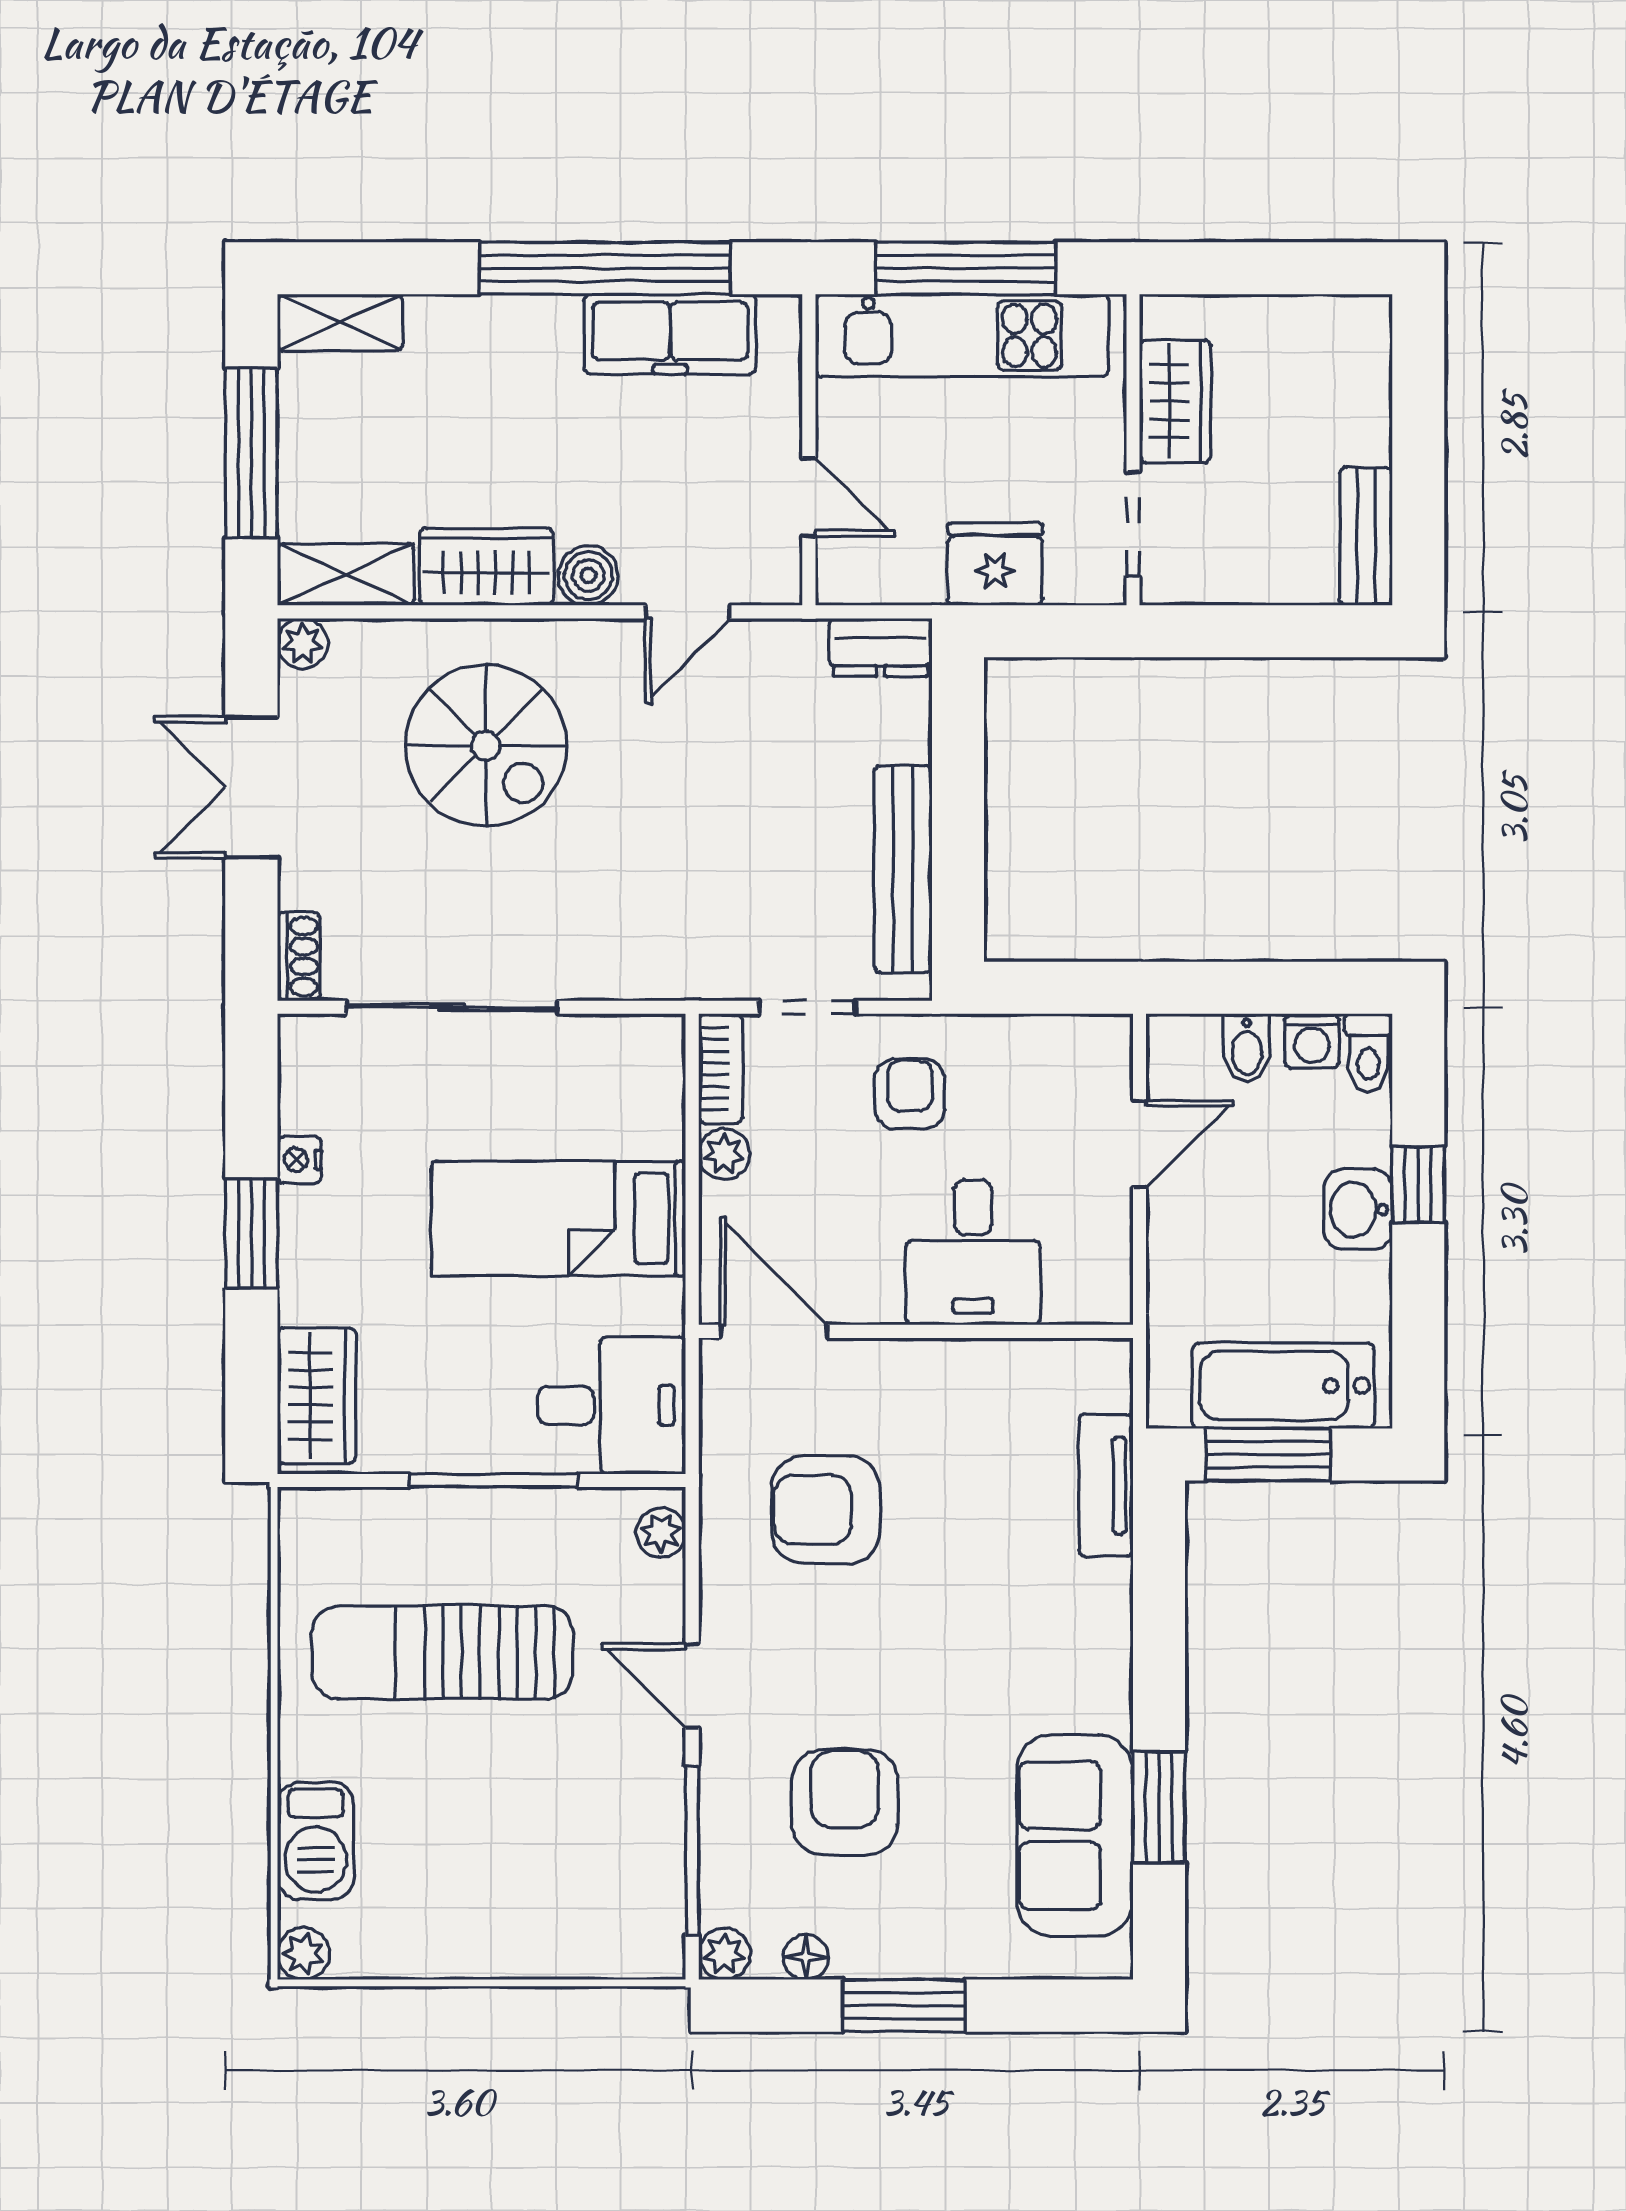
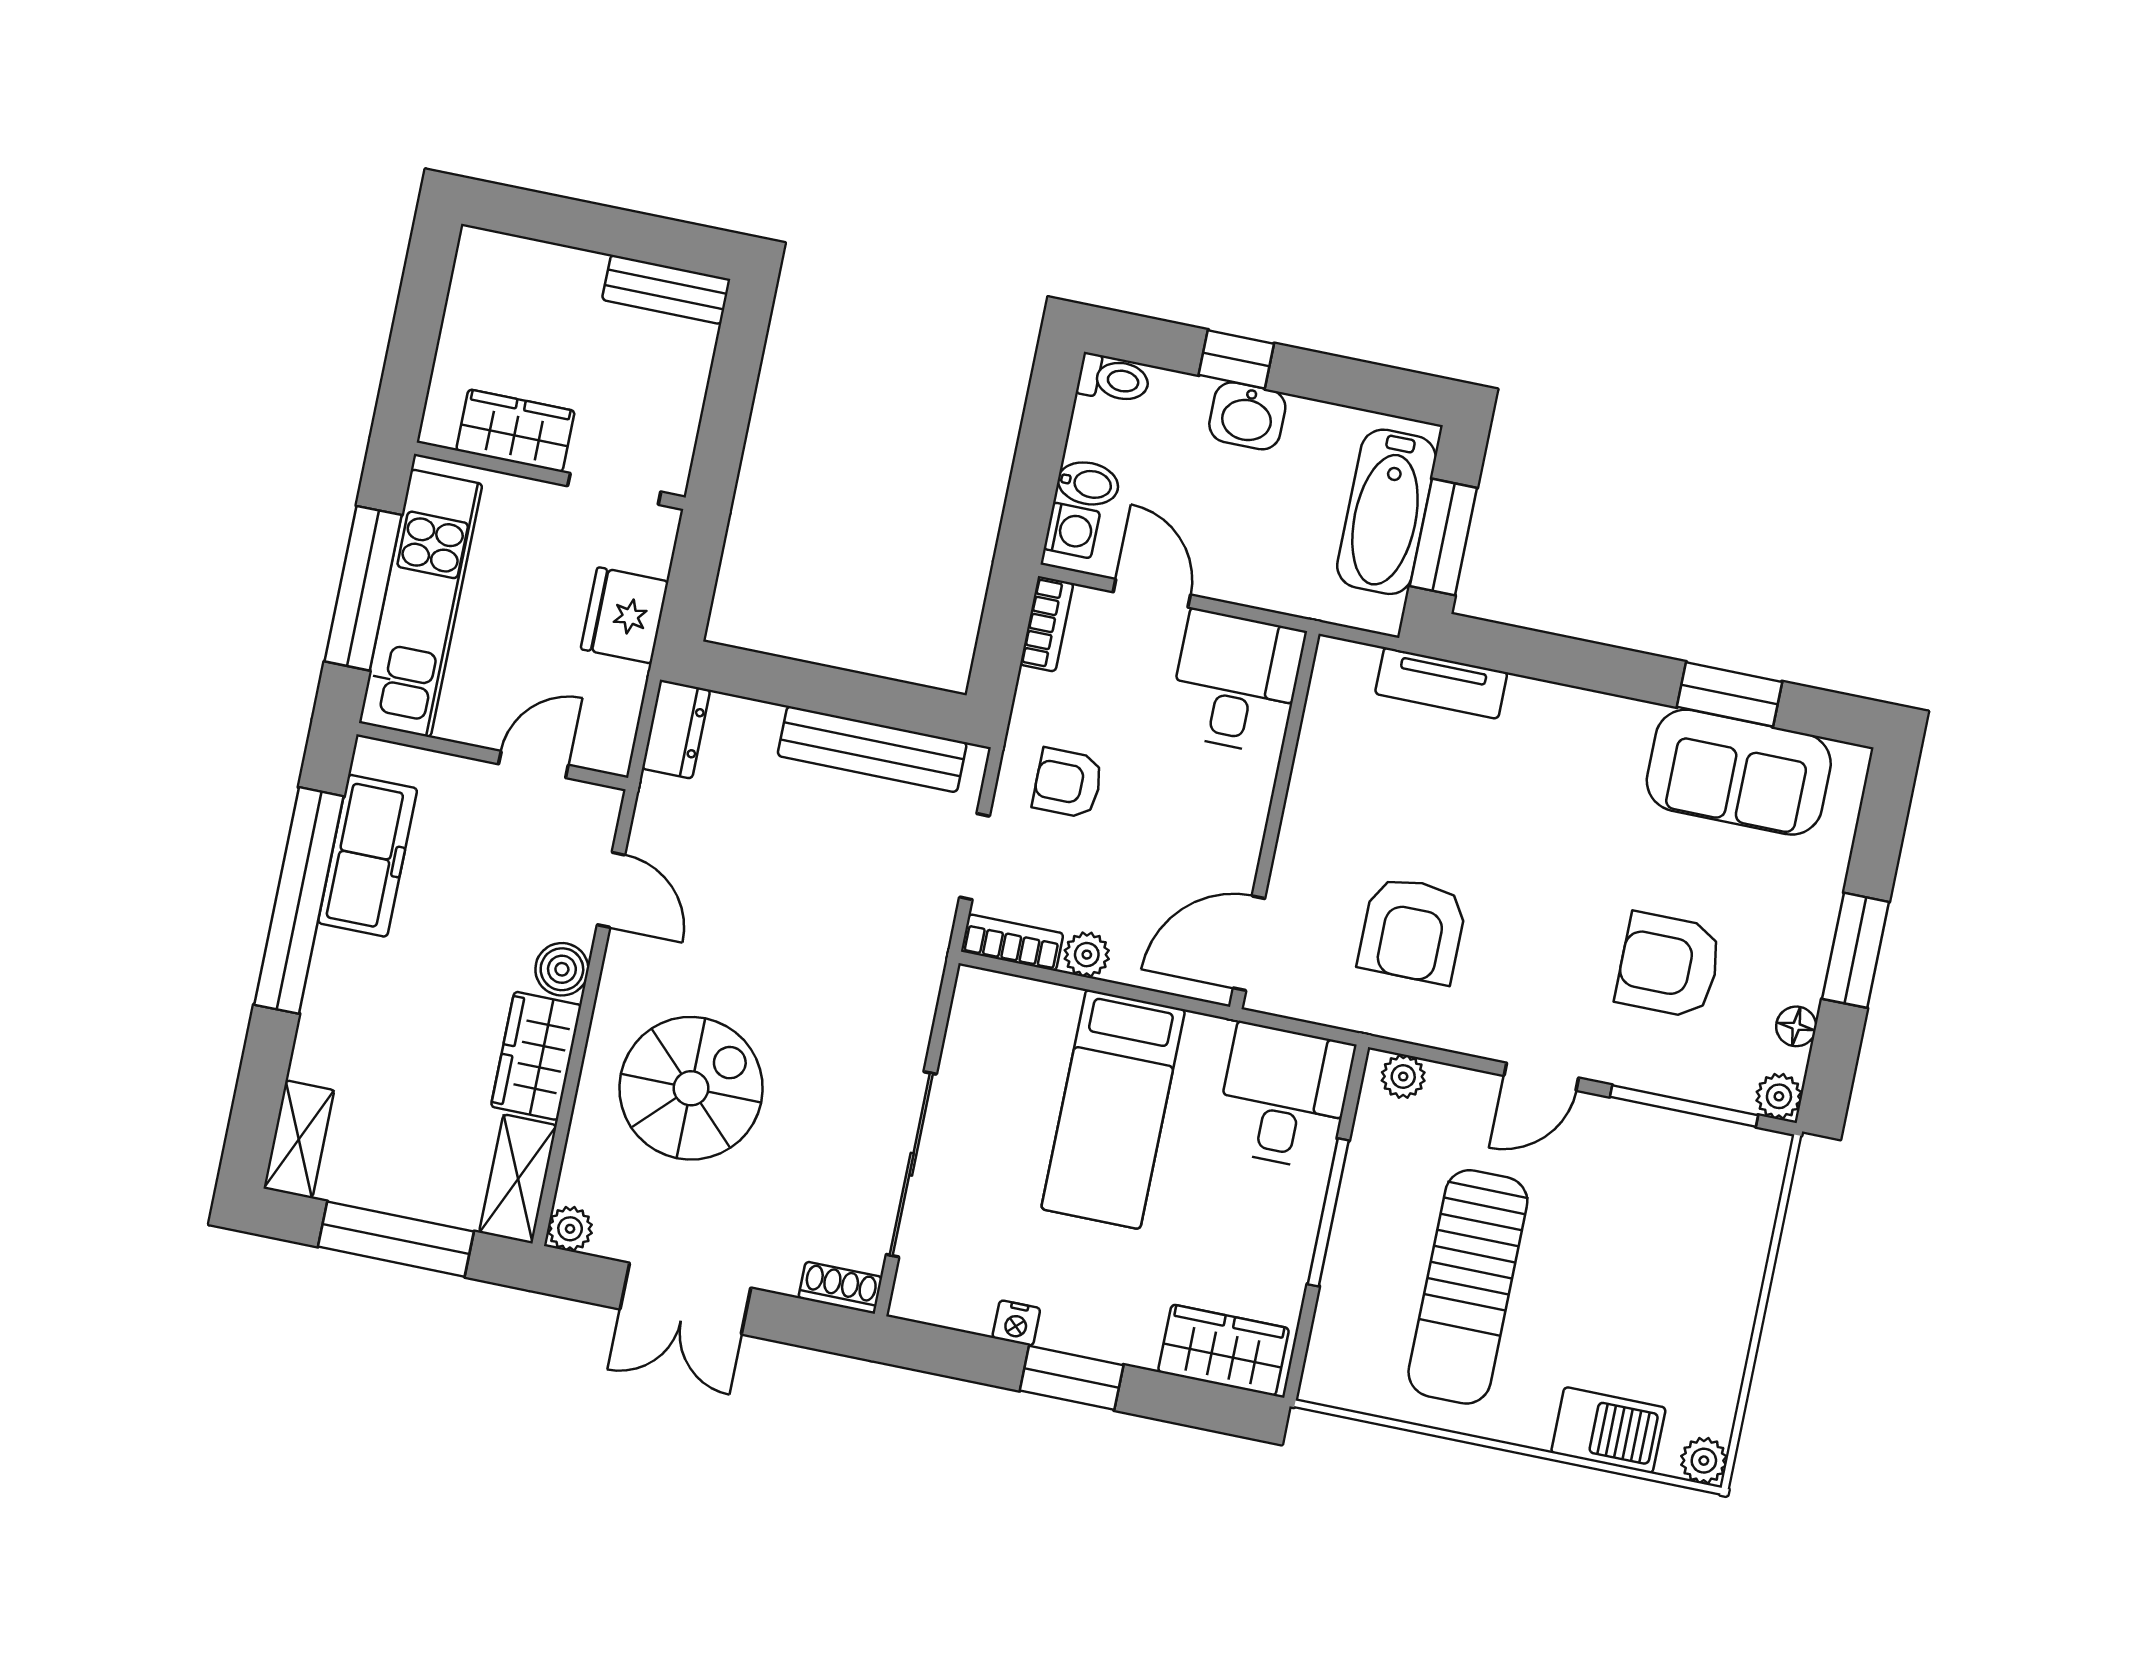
bookcase: (1082, 1034) -> (1047, 624), added
washing machine: (1312, 1041) -> (1072, 530), moved
desk: (973, 1252) -> (1236, 682), moved, turned -90

